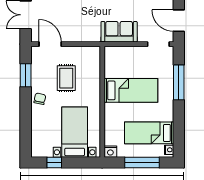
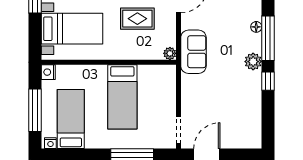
sofa: (119, 32) -> (193, 52), moved
plant: (95, 51) -> (170, 53), added

